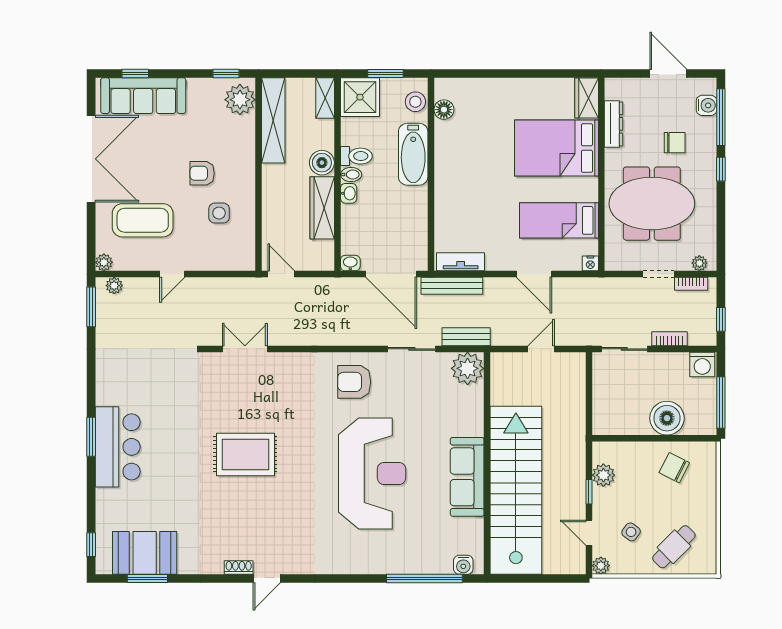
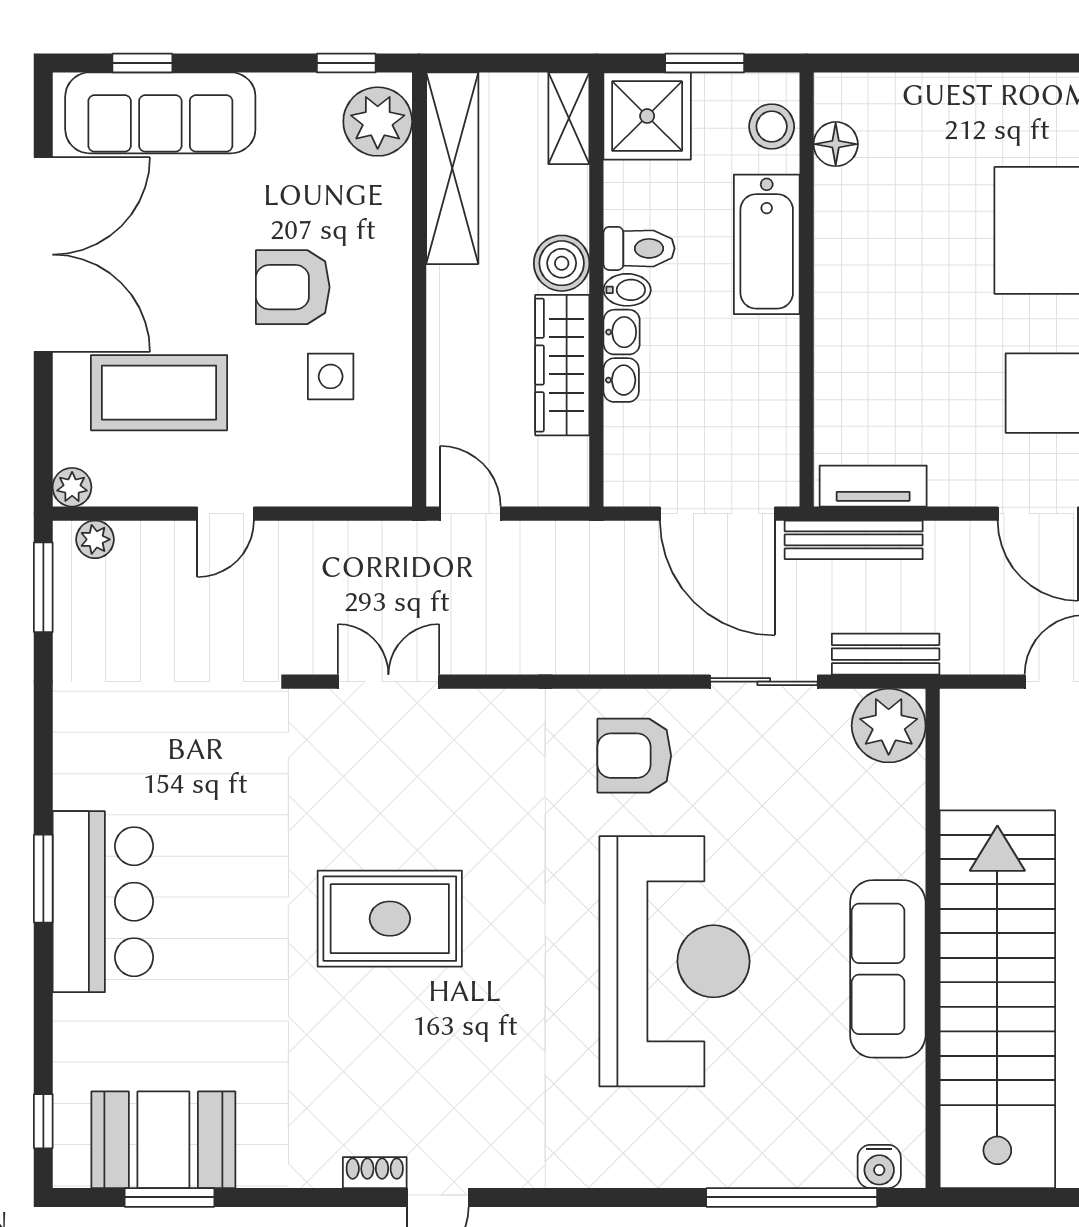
armchair: (202, 173) -> (293, 287), width x1.38, depth x1.38
washbasin: (350, 263) -> (621, 380), moved, turned 90

